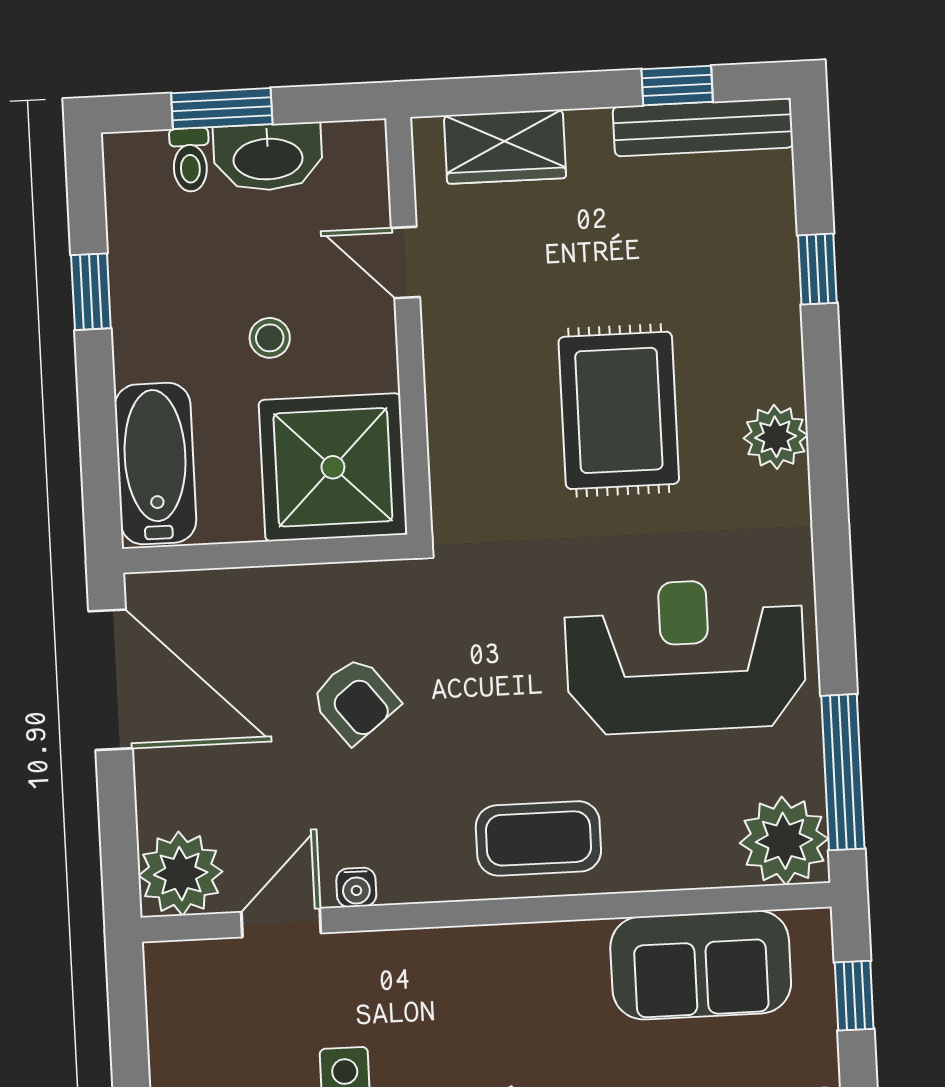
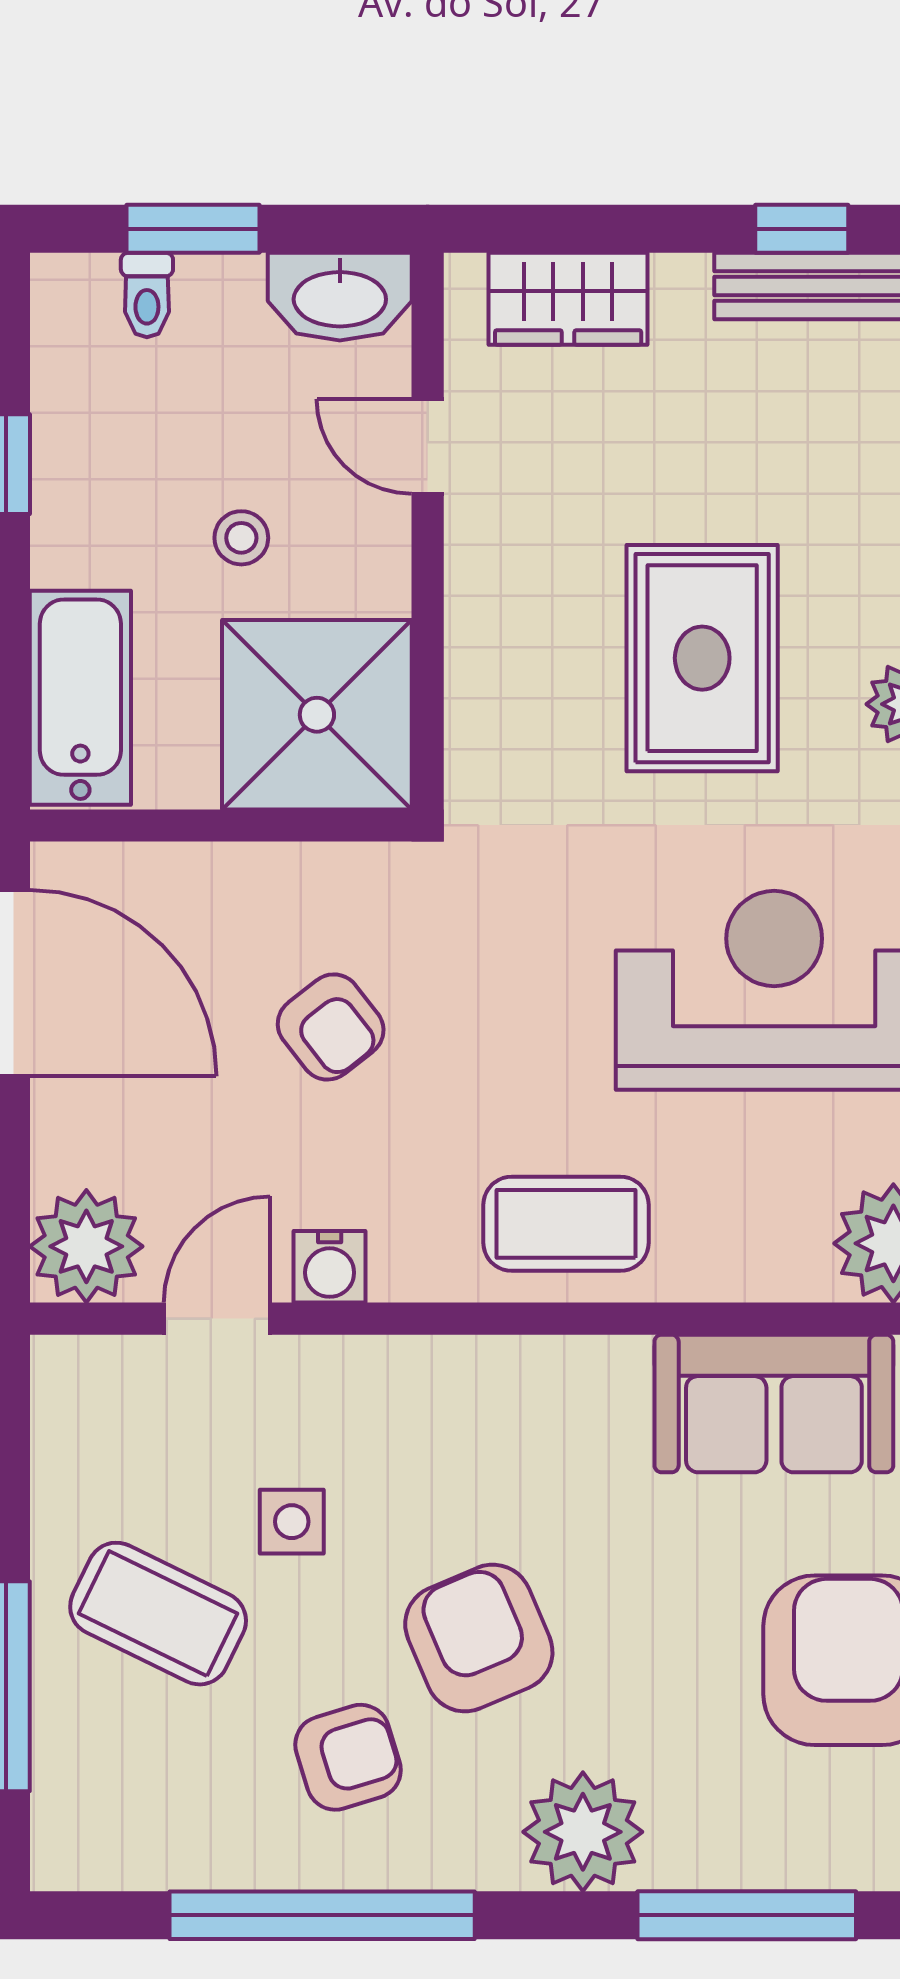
washbasin: (268, 157) -> (340, 297), moved
water cooler: (356, 887) -> (330, 1267), width x1.38, depth x1.38

